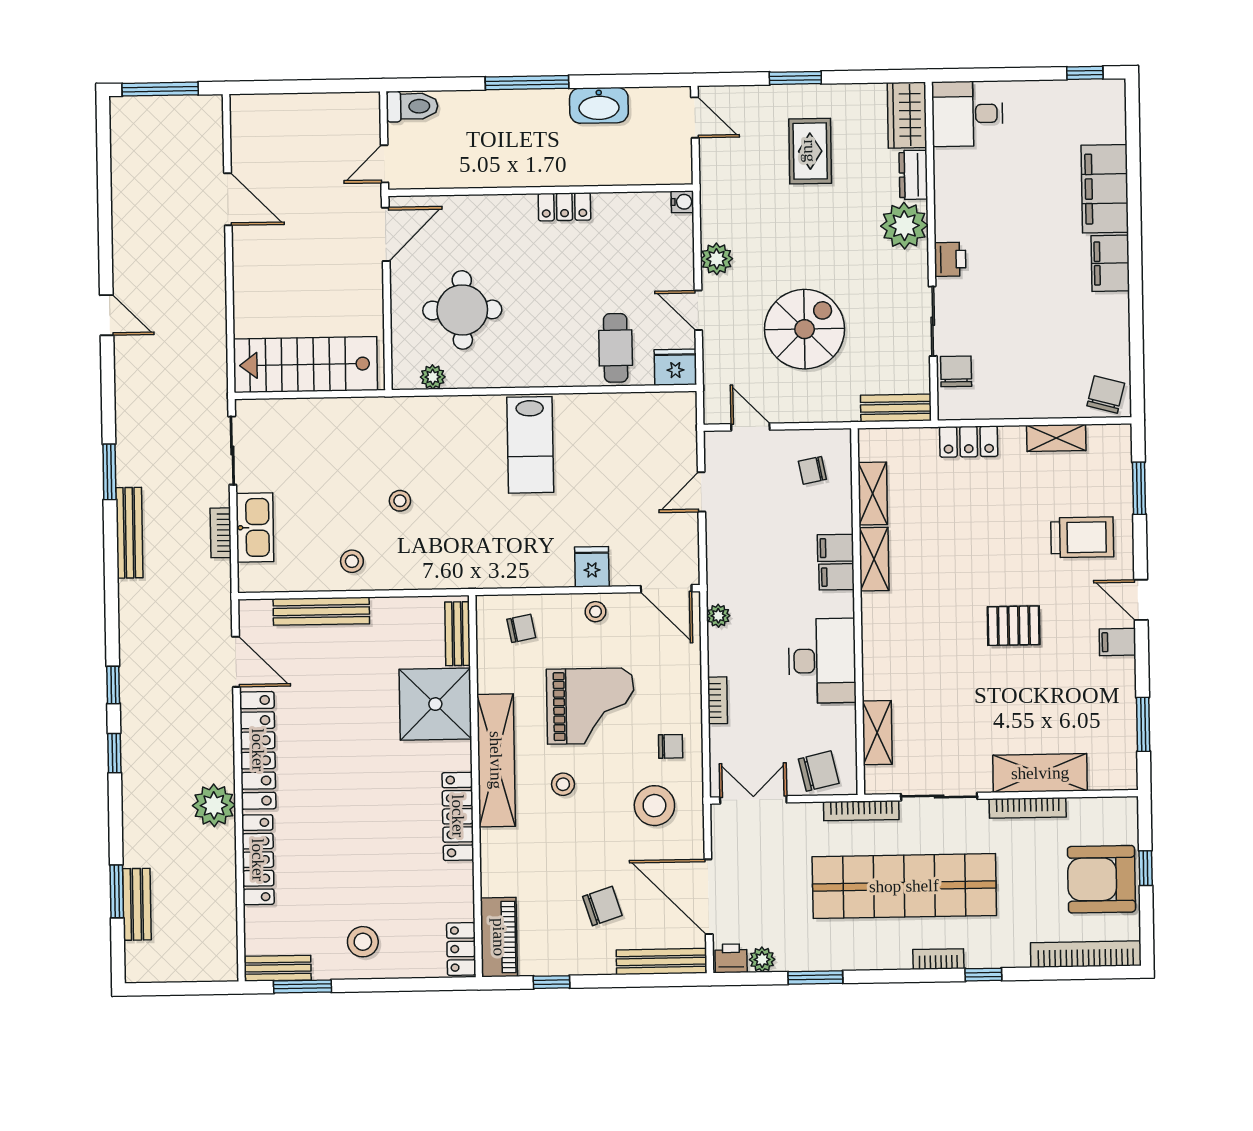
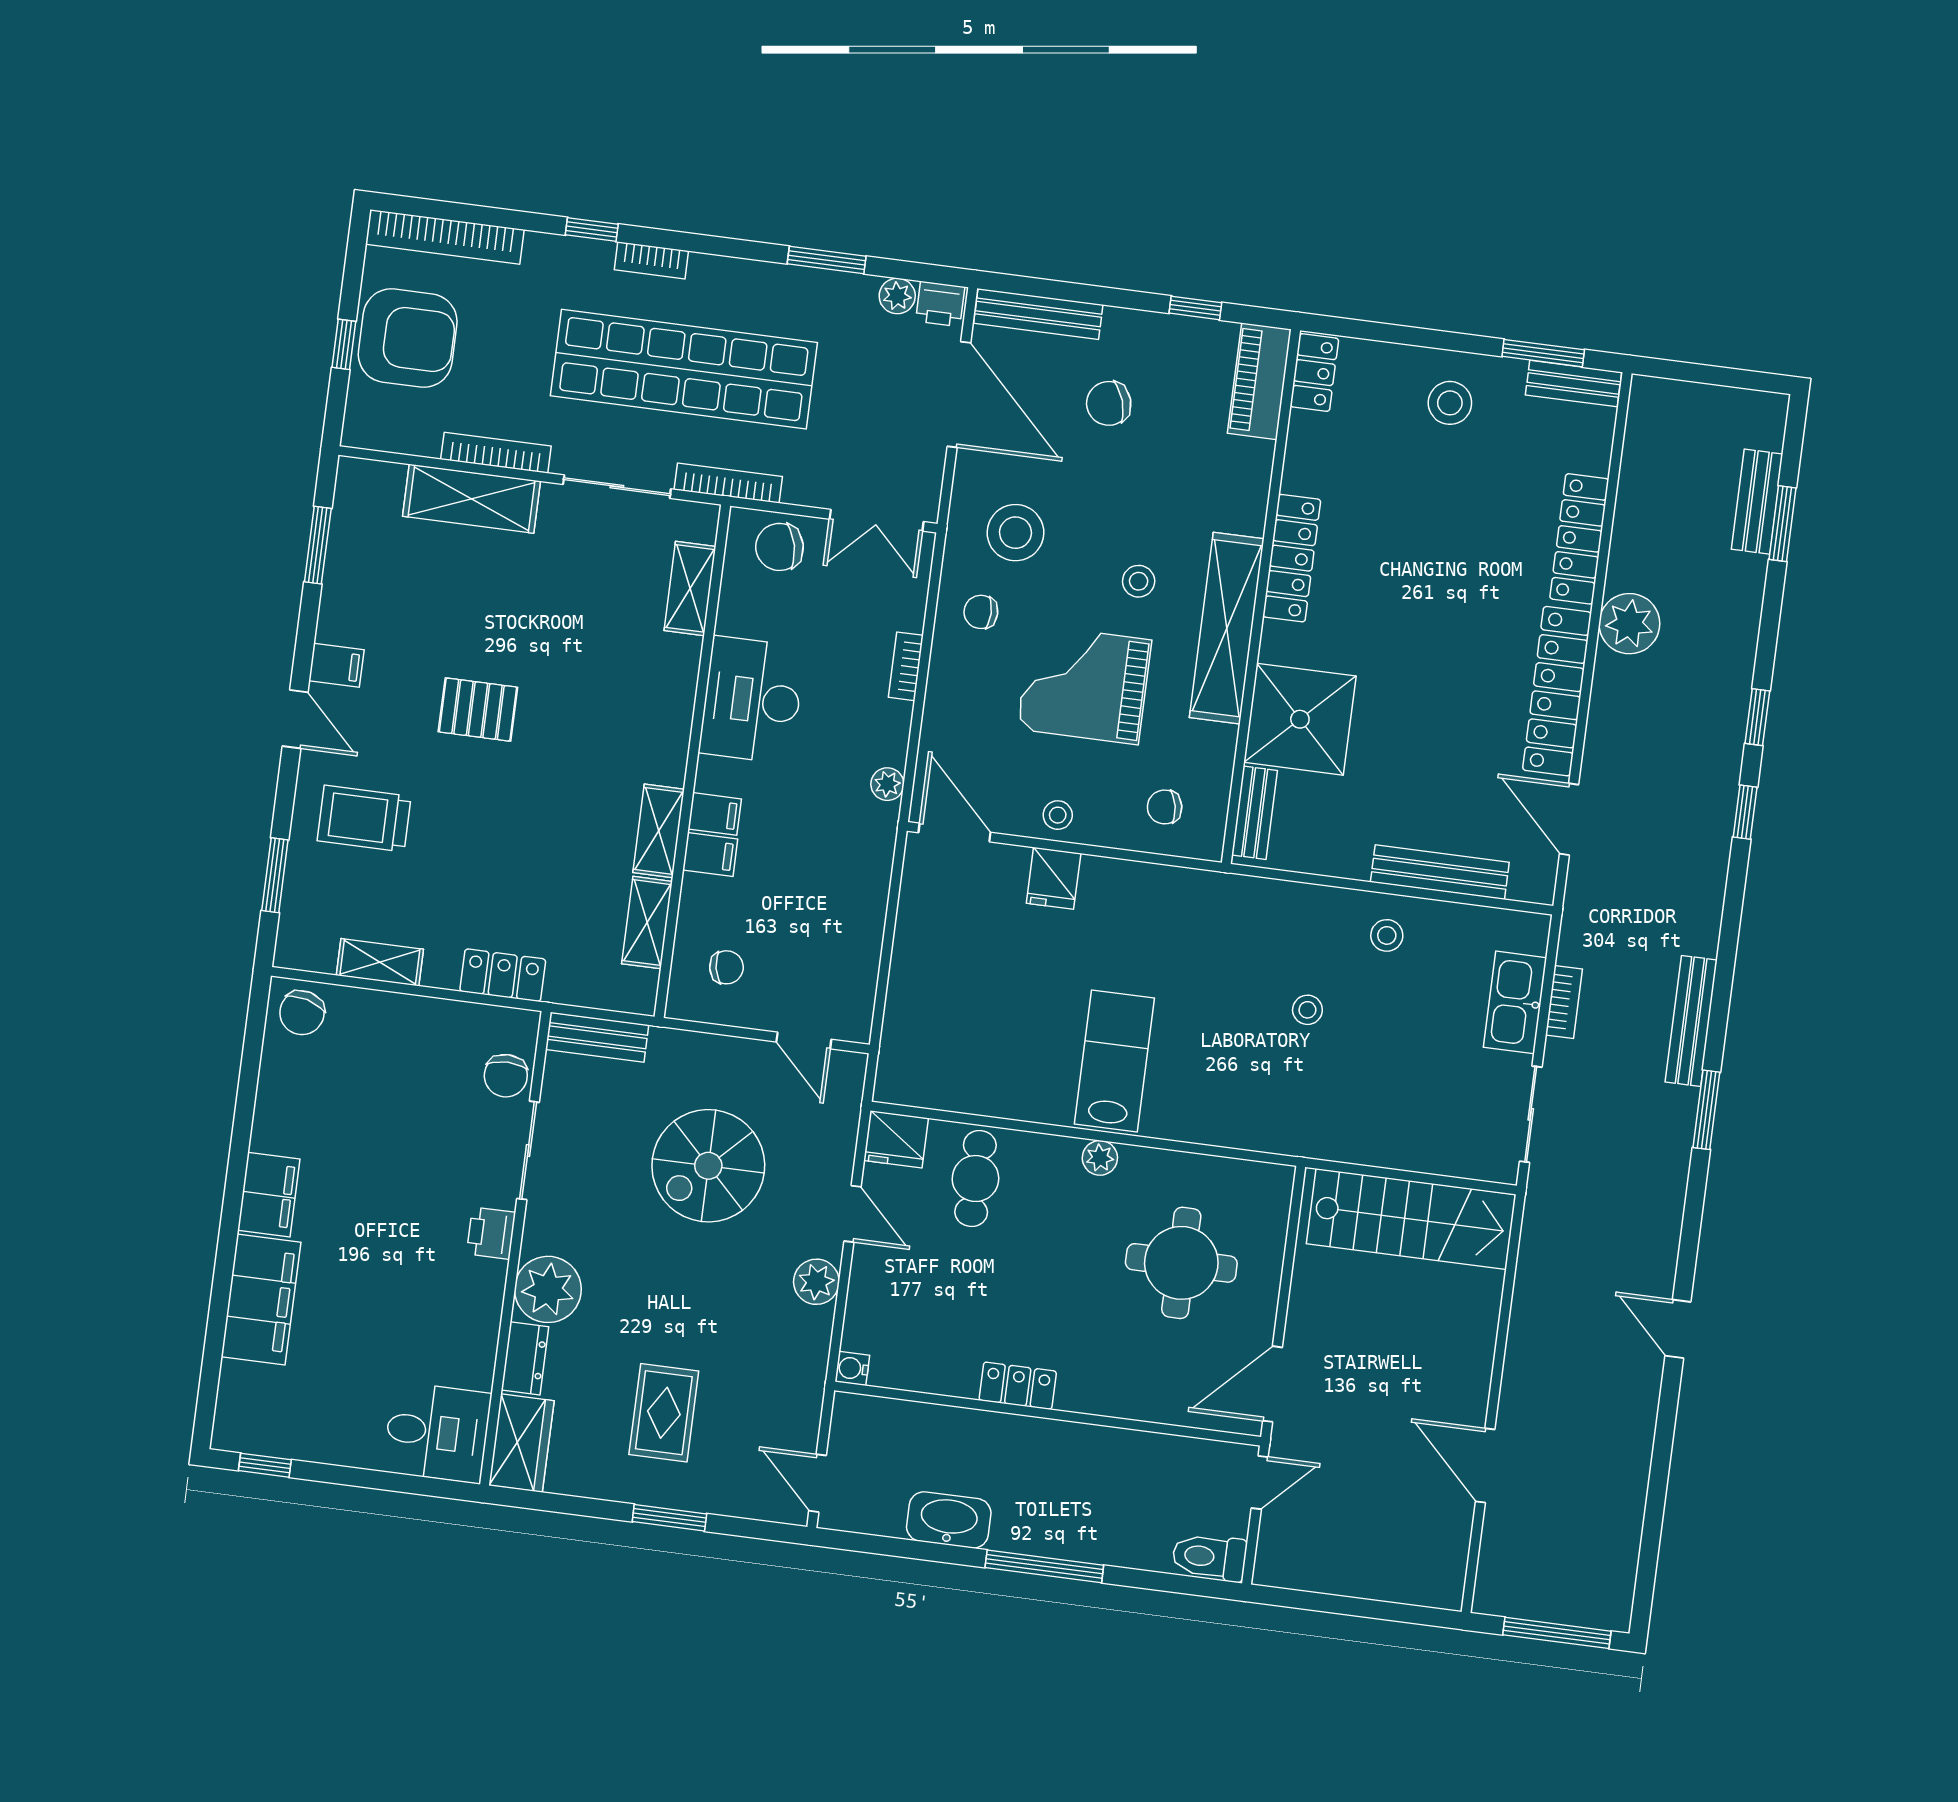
plant: (433, 377) -> (1100, 1158), moved
door: (701, 492) -> (885, 960), removed

